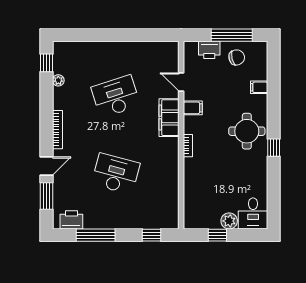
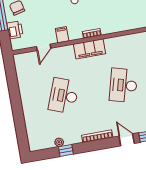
window: (46, 63) -> (66, 150), moved
desk: (116, 96) -> (64, 96), turned 39
filing cabinet: (169, 118) -> (90, 49), moved

